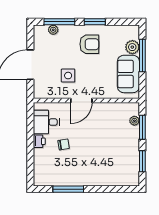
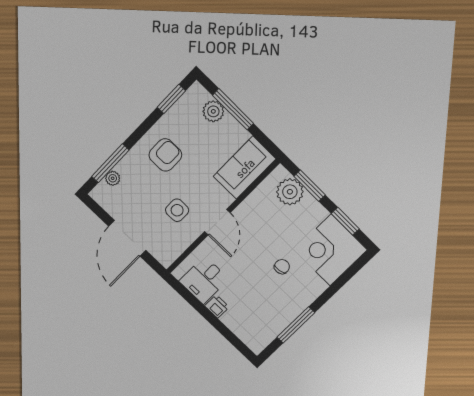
window: (95, 22) -> (171, 99), moved
sofa: (128, 74) -> (245, 168), moved, turned 90
plant: (134, 121) -> (290, 192), width x1.87, depth x1.87
chair: (64, 144) -> (282, 267), moved
corner desk: (122, 168) -> (331, 250), added

